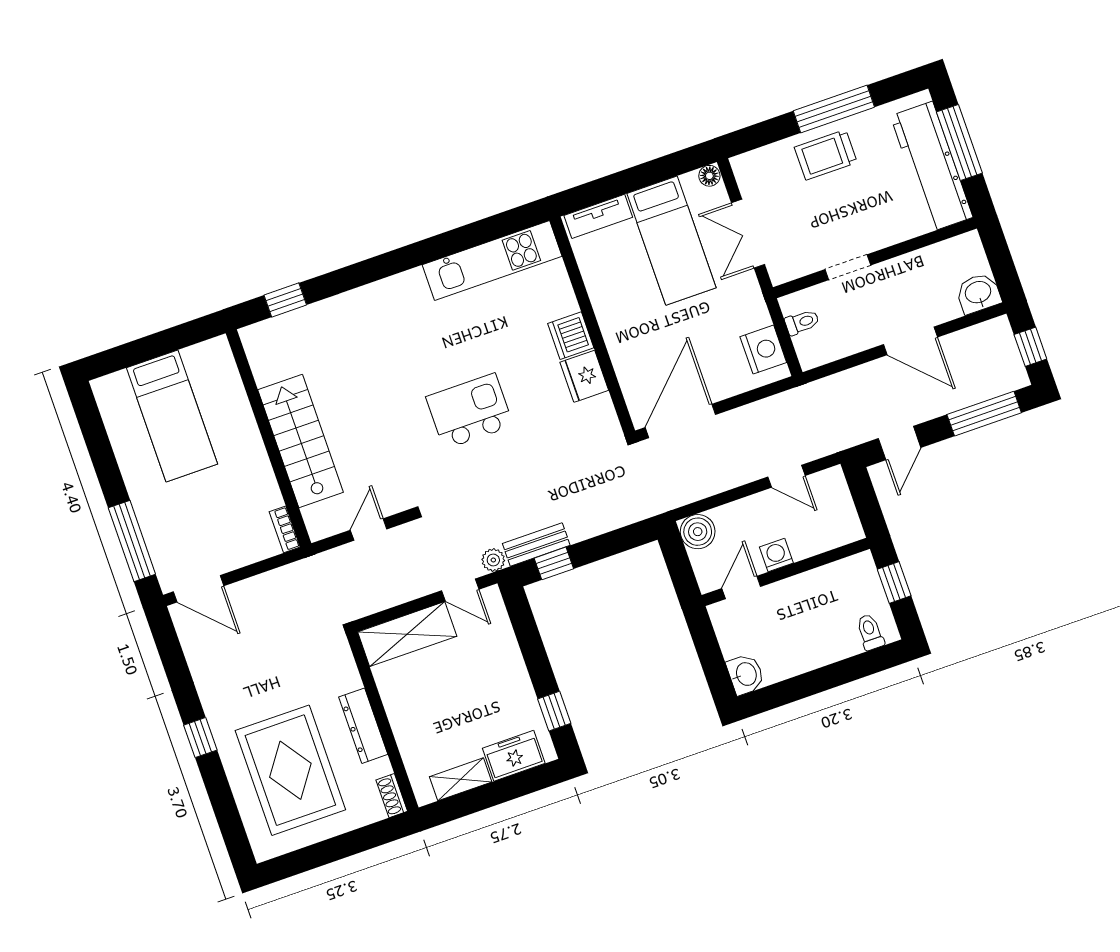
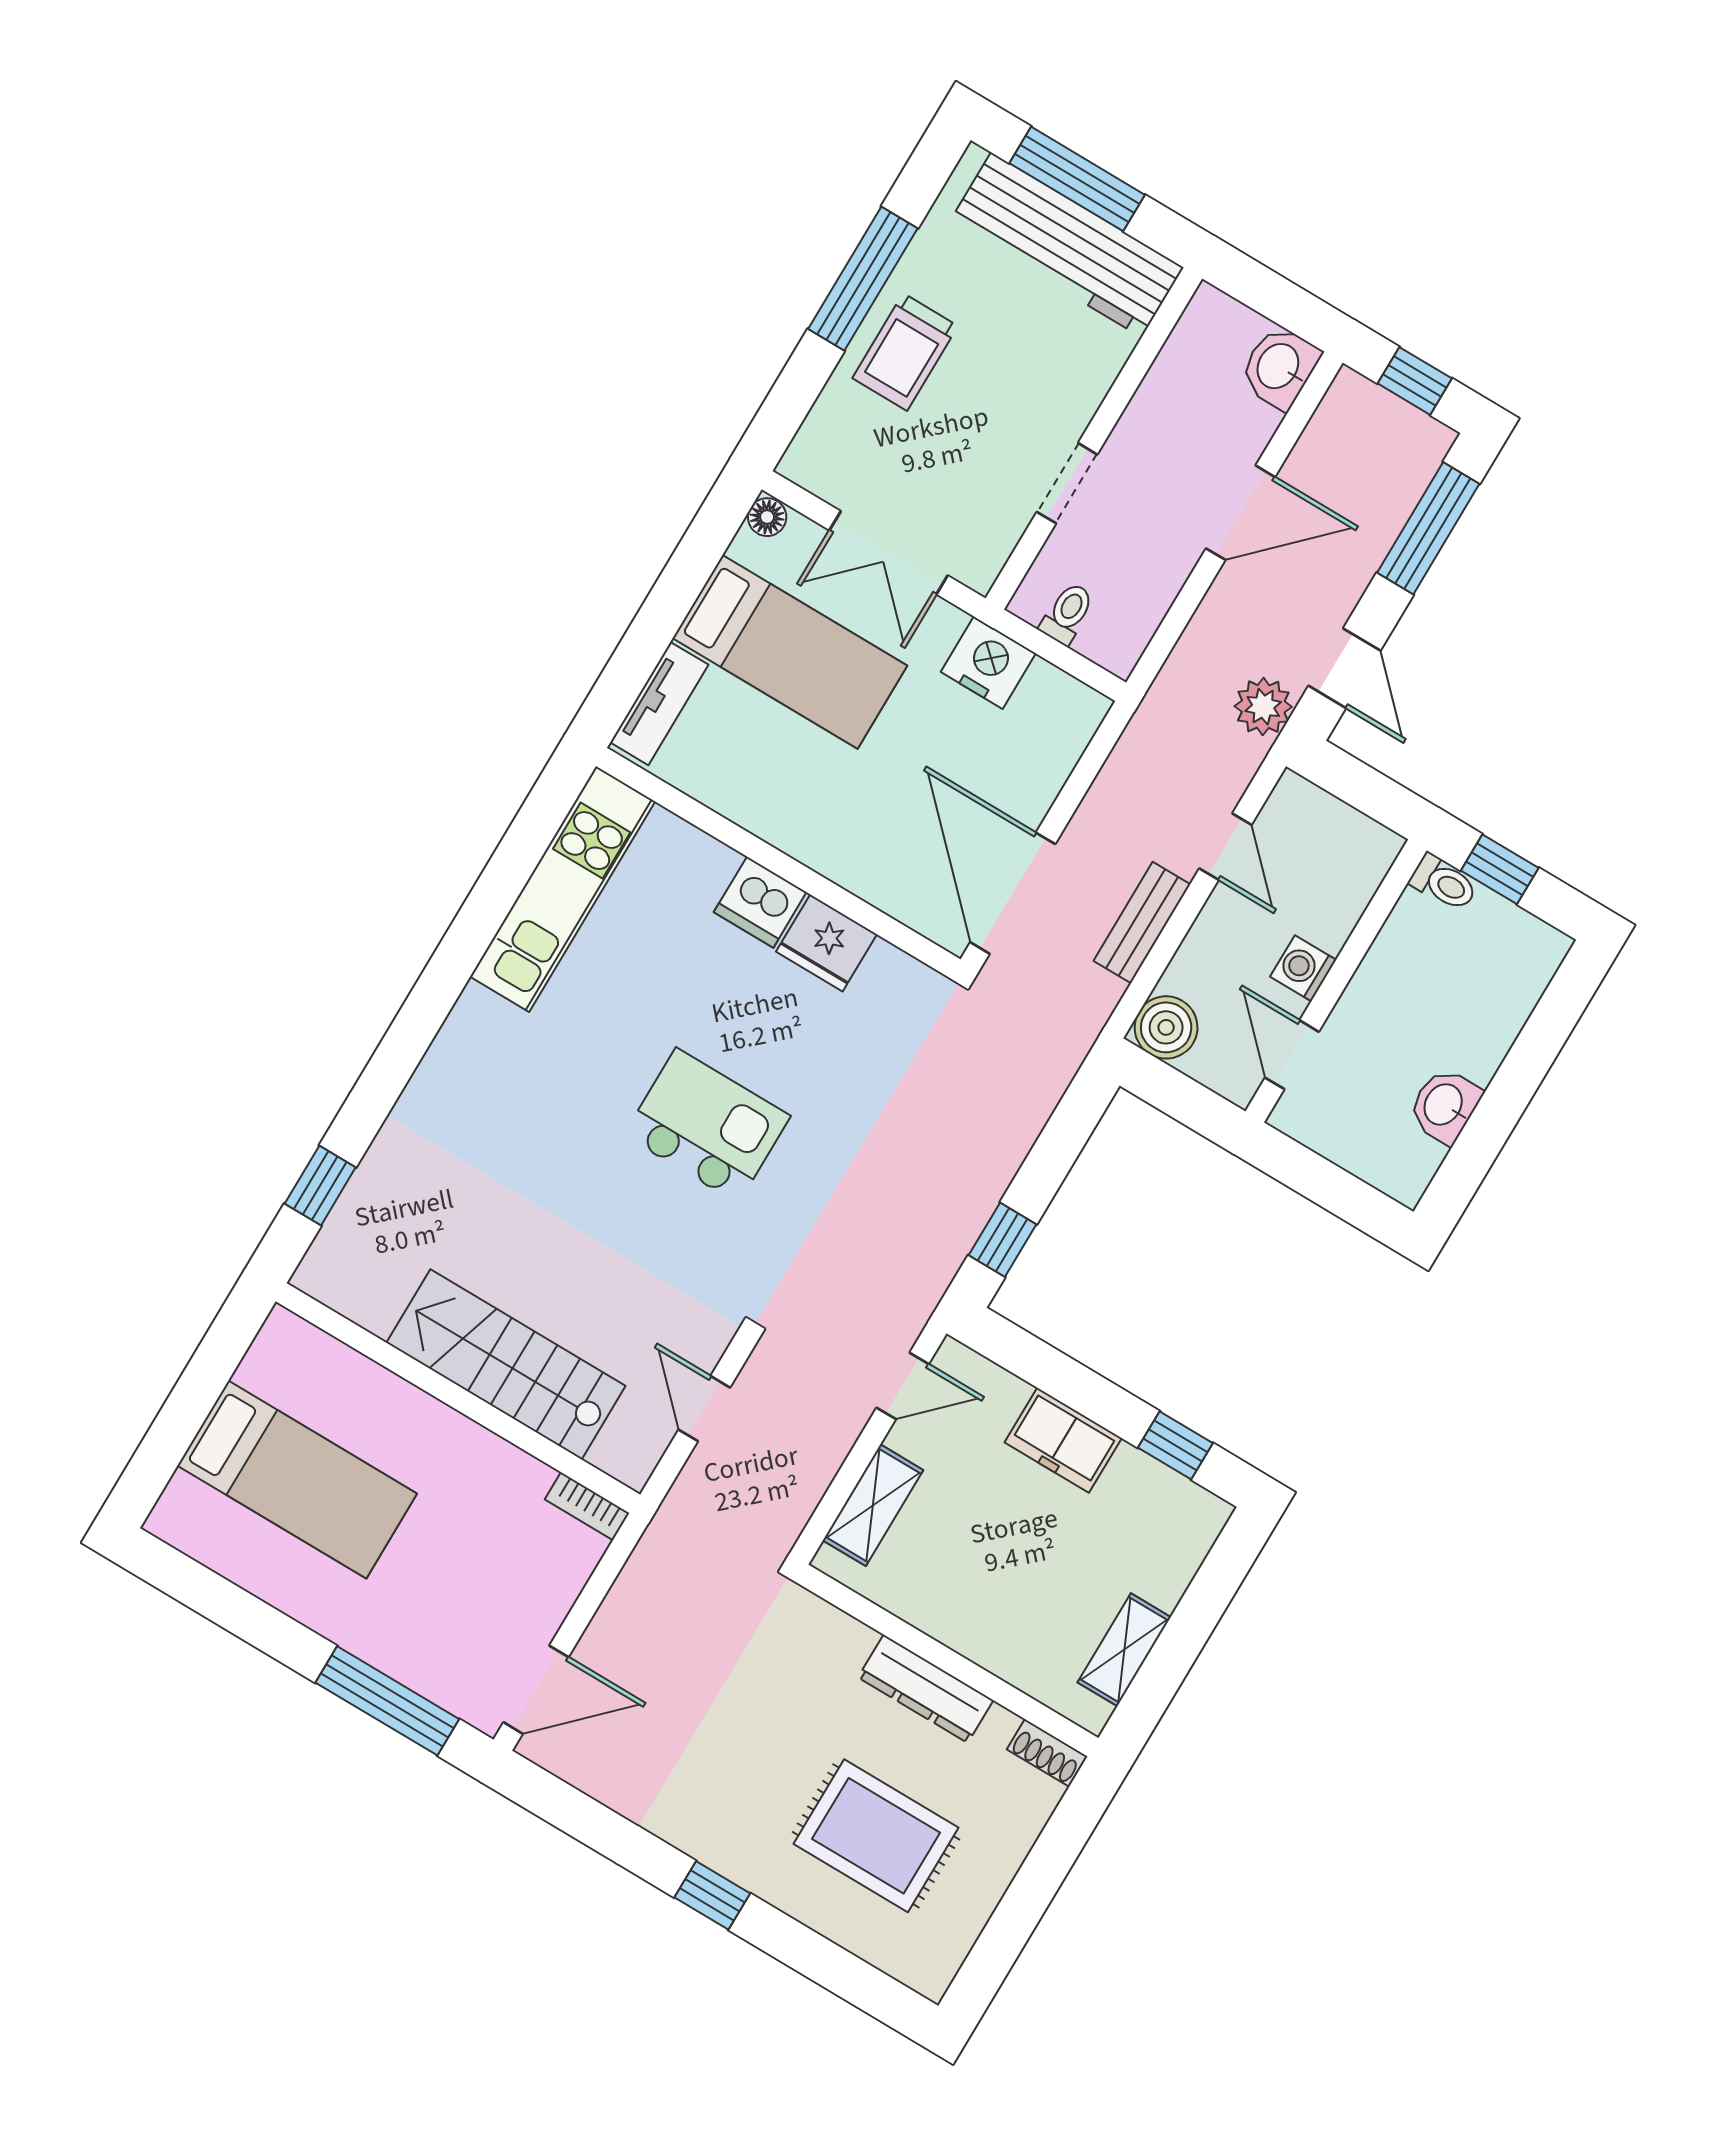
nightstand: (763, 350) -> (988, 663), moved
kitchen island: (470, 411) -> (707, 1125), turned 90
door: (786, 476) -> (1225, 847), hinge flipped
bench: (536, 544) -> (1142, 923), moved
plant: (493, 560) -> (1263, 707), moved, width x1.38, depth x1.38
toilet: (870, 632) -> (1444, 883), moved, turned 180
shelving: (407, 634) -> (873, 1505), width x0.67, depth x0.75
washbasin: (746, 674) -> (1445, 1105), moved, turned -90
freezer: (514, 756) -> (1063, 1440), moved, turned -90
rug: (290, 770) -> (876, 1836), width x0.73, depth x0.69

